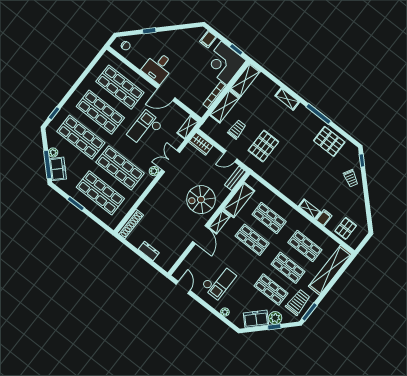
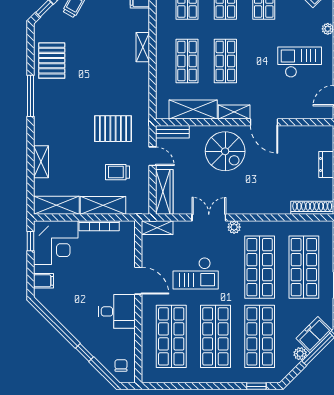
shelving: (287, 99) -> (41, 162), moved
wardrobe: (201, 144) -> (164, 192), width x1.50
double door: (171, 161) -> (209, 217), swing flipped
shelving: (310, 209) -> (143, 47), moved
door: (200, 235) -> (264, 122), swing flipped

